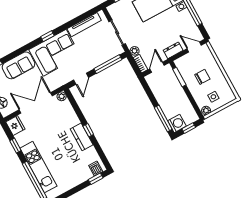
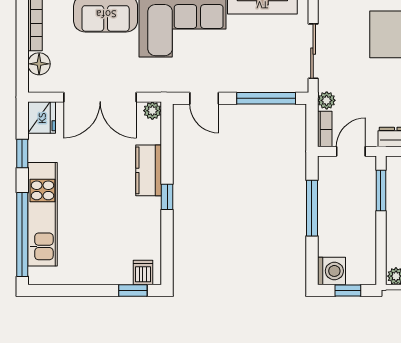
door: (81, 79) -> (204, 98), hinge flipped
double door: (36, 103) -> (100, 97), swing flipped
window: (163, 118) -> (312, 208), moved
kitchen counter: (82, 137) -> (149, 170), moved

